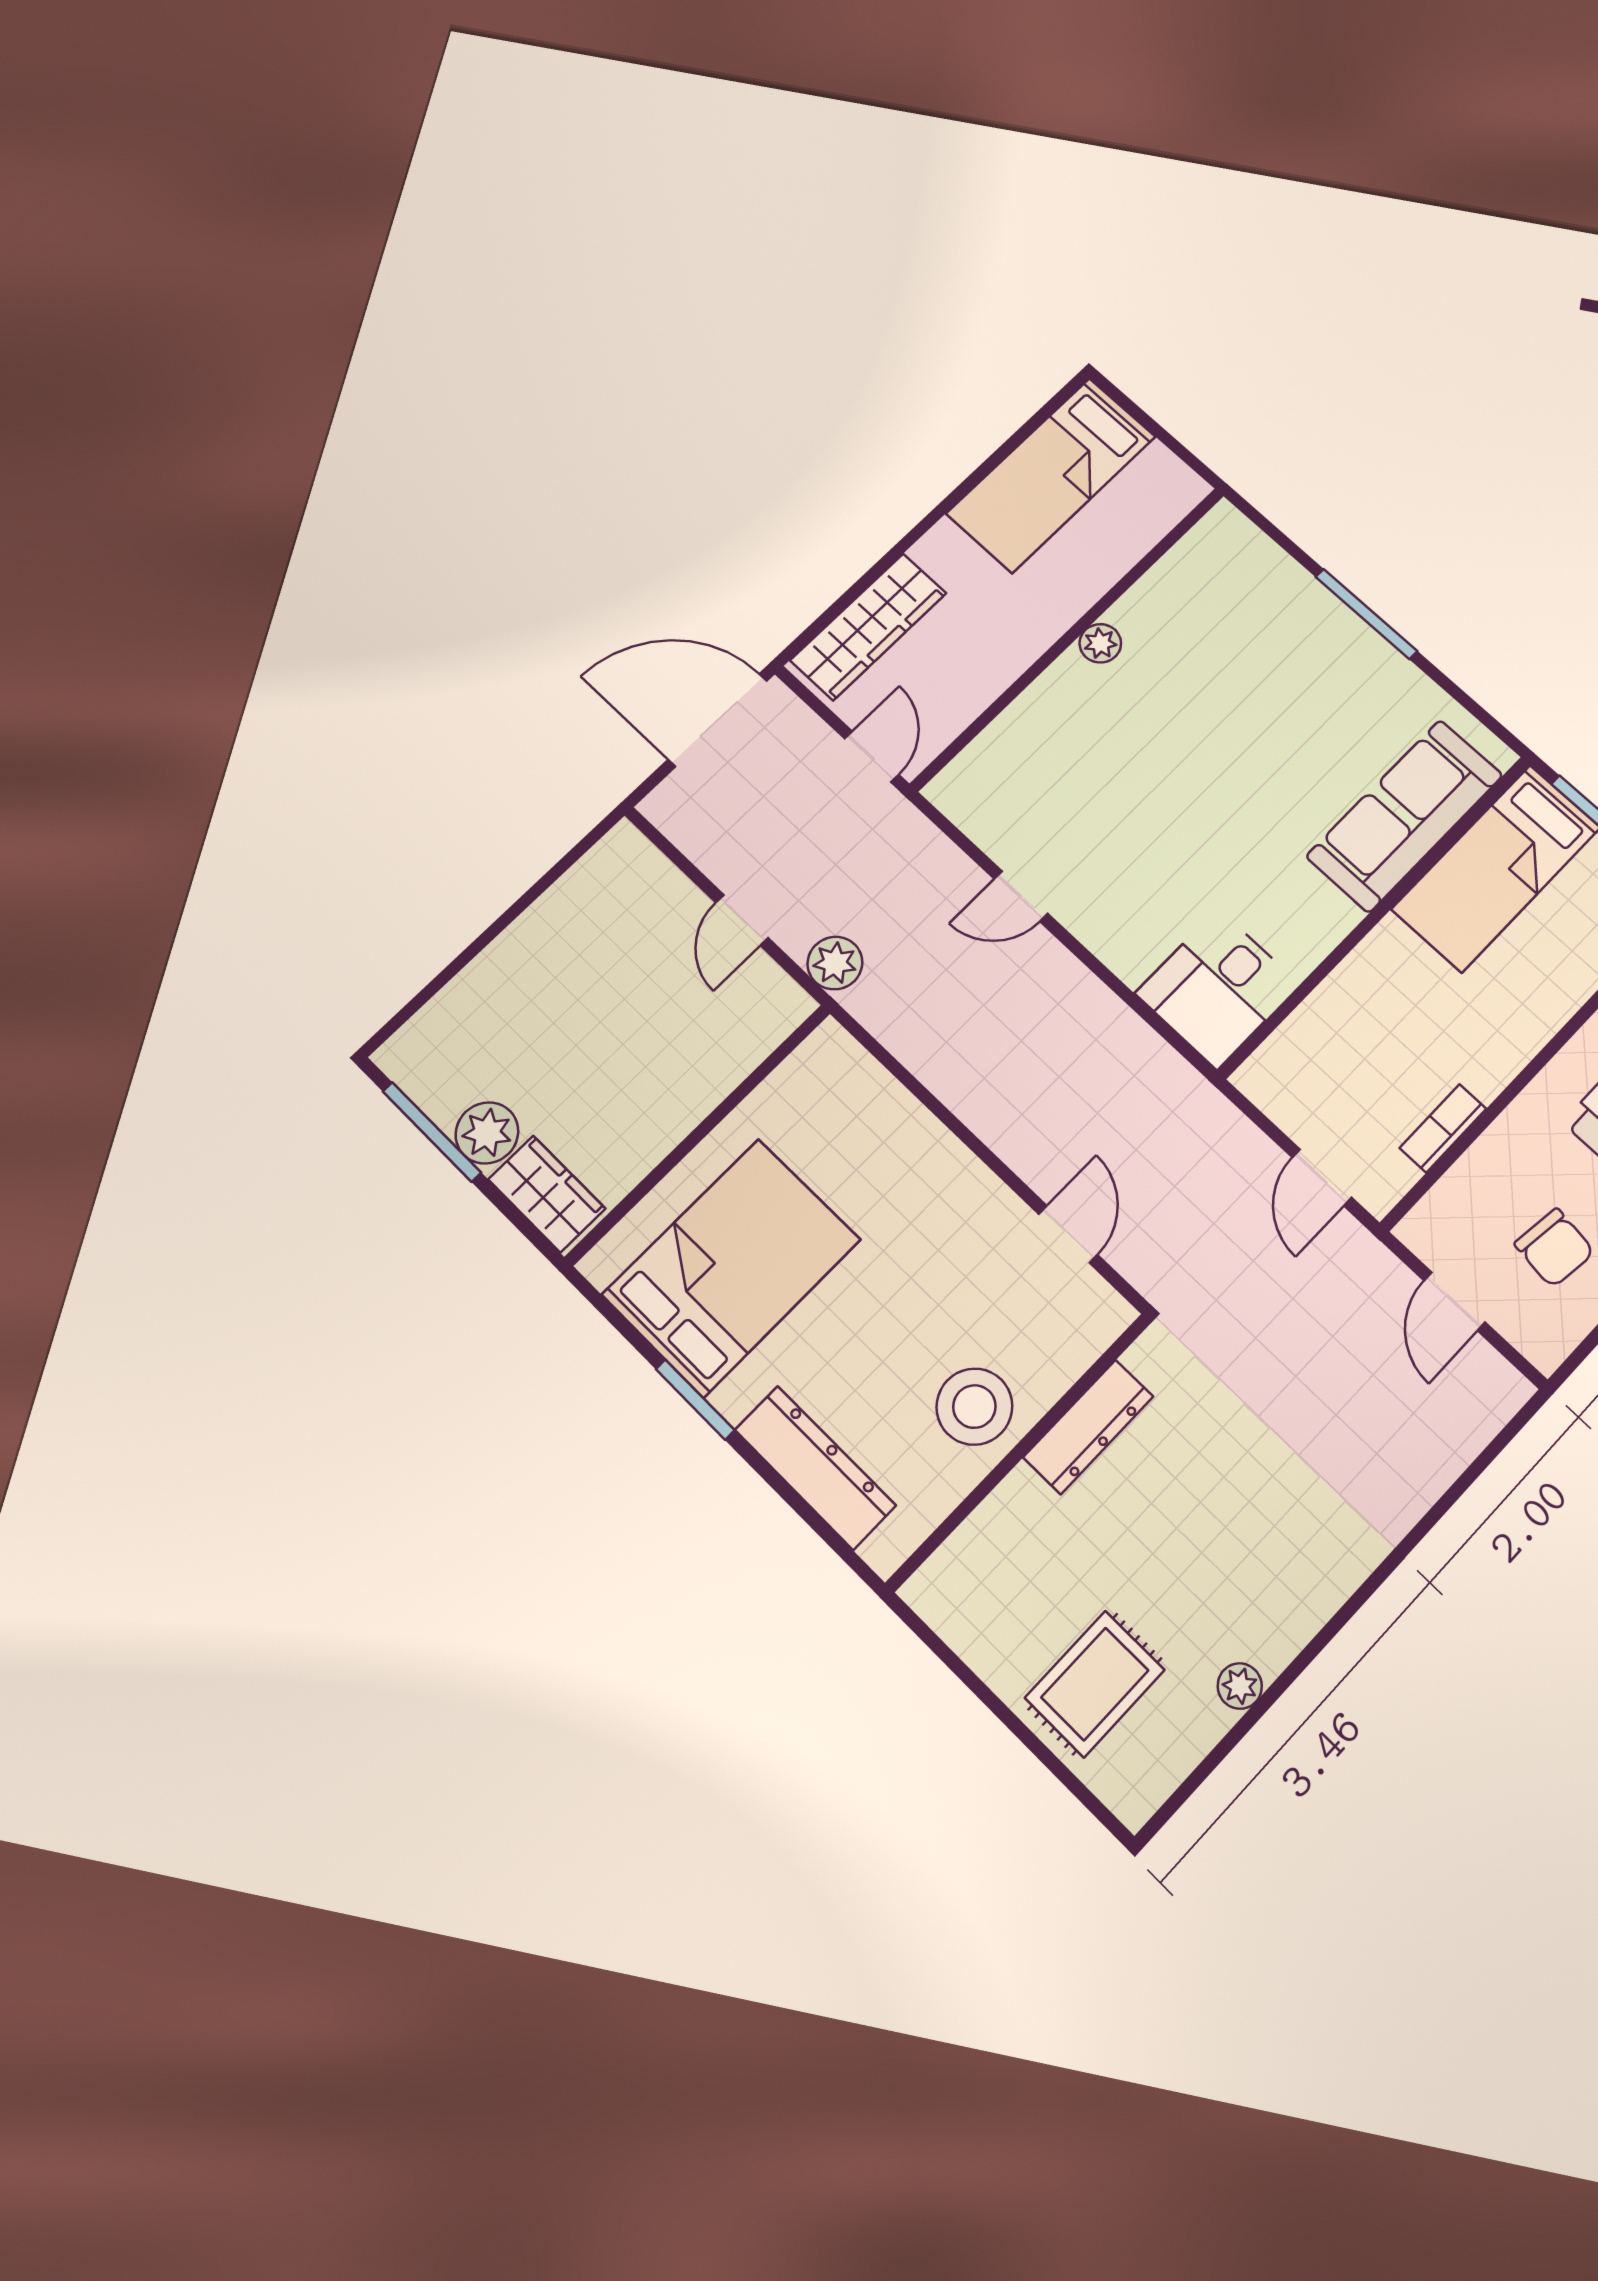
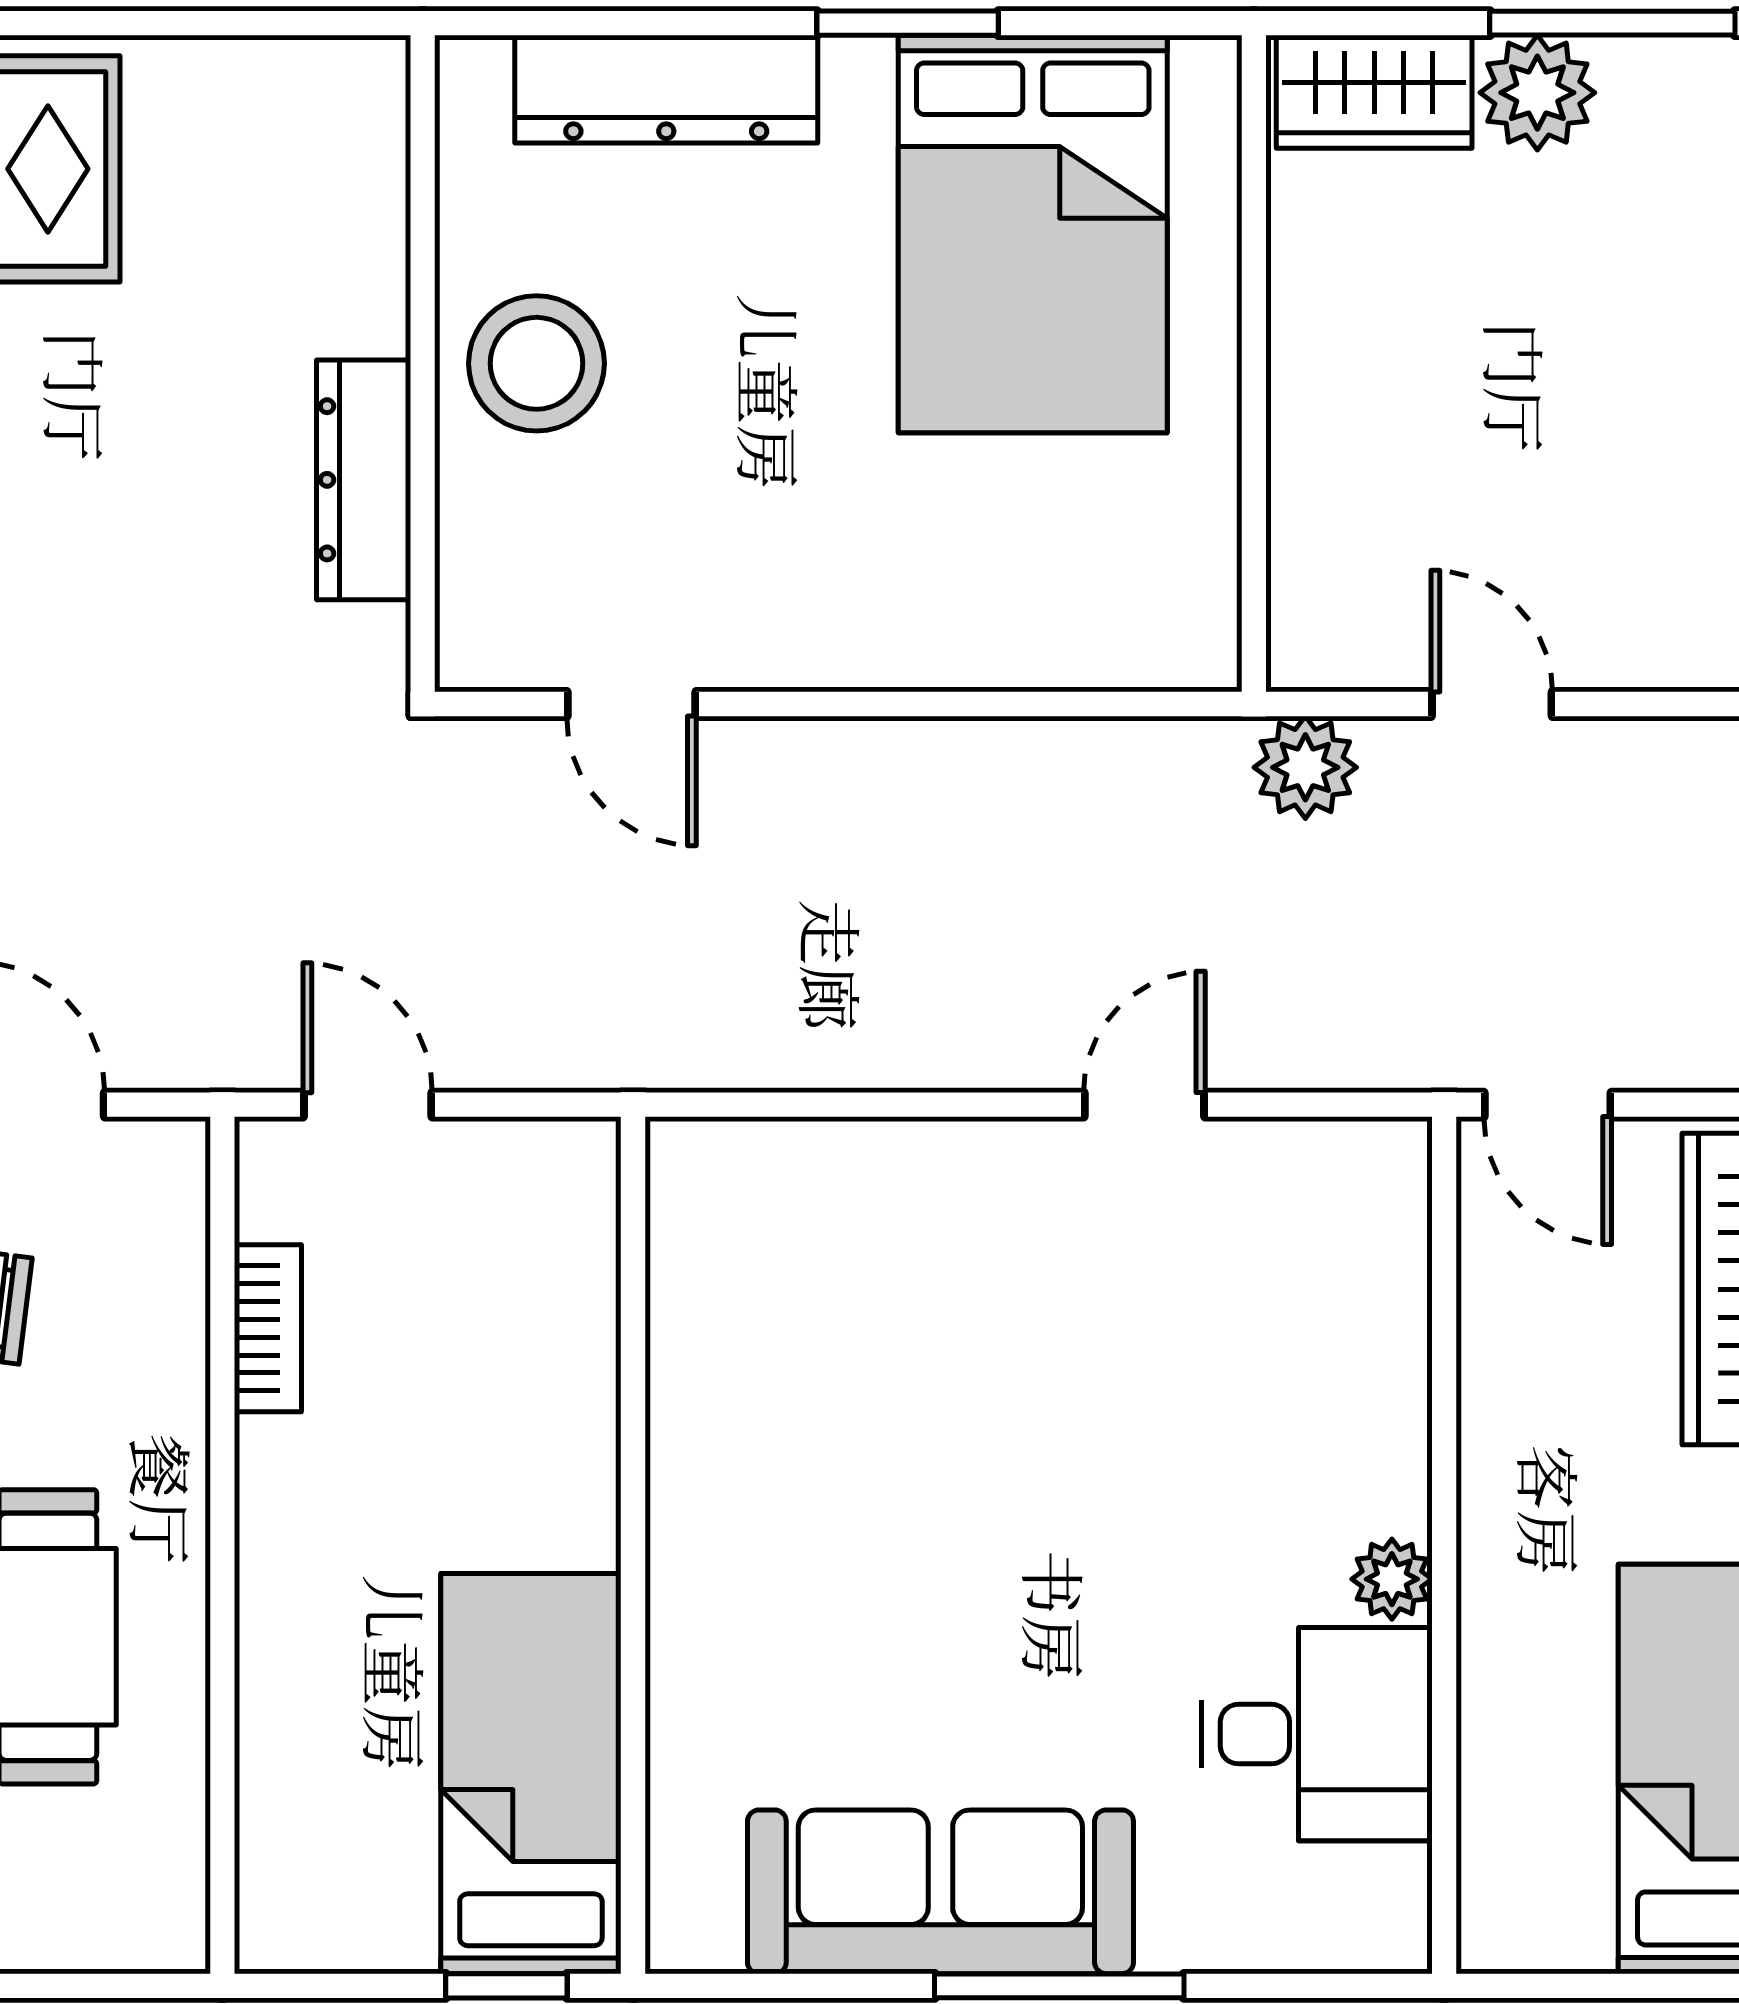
sofa: (1405, 816) -> (940, 1892), moved, turned -90
desk: (1217, 989) -> (1317, 1734), moved, turned 90

